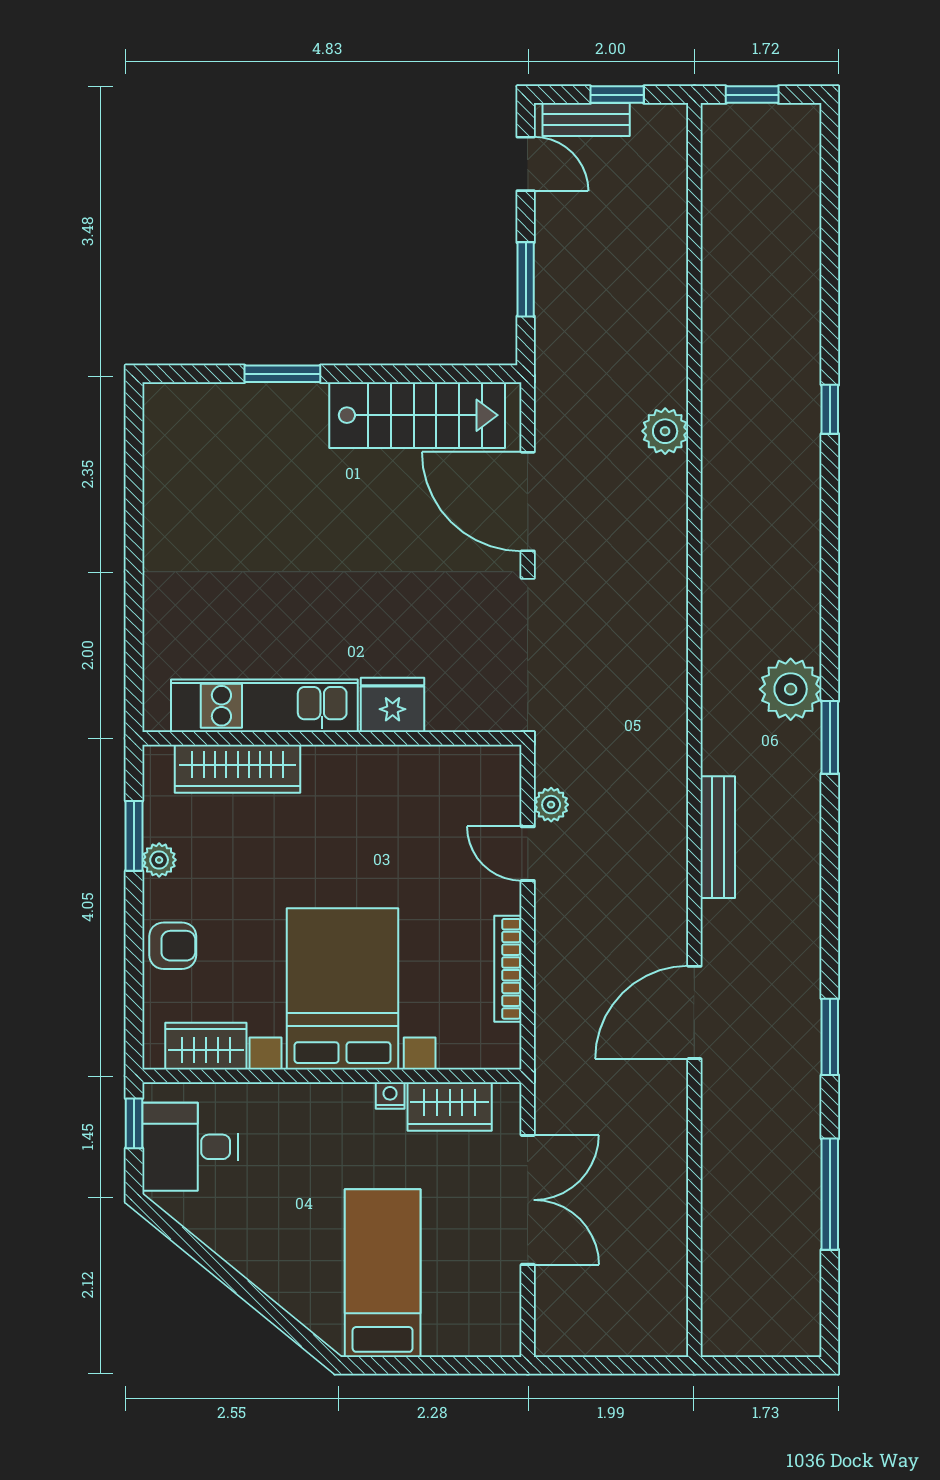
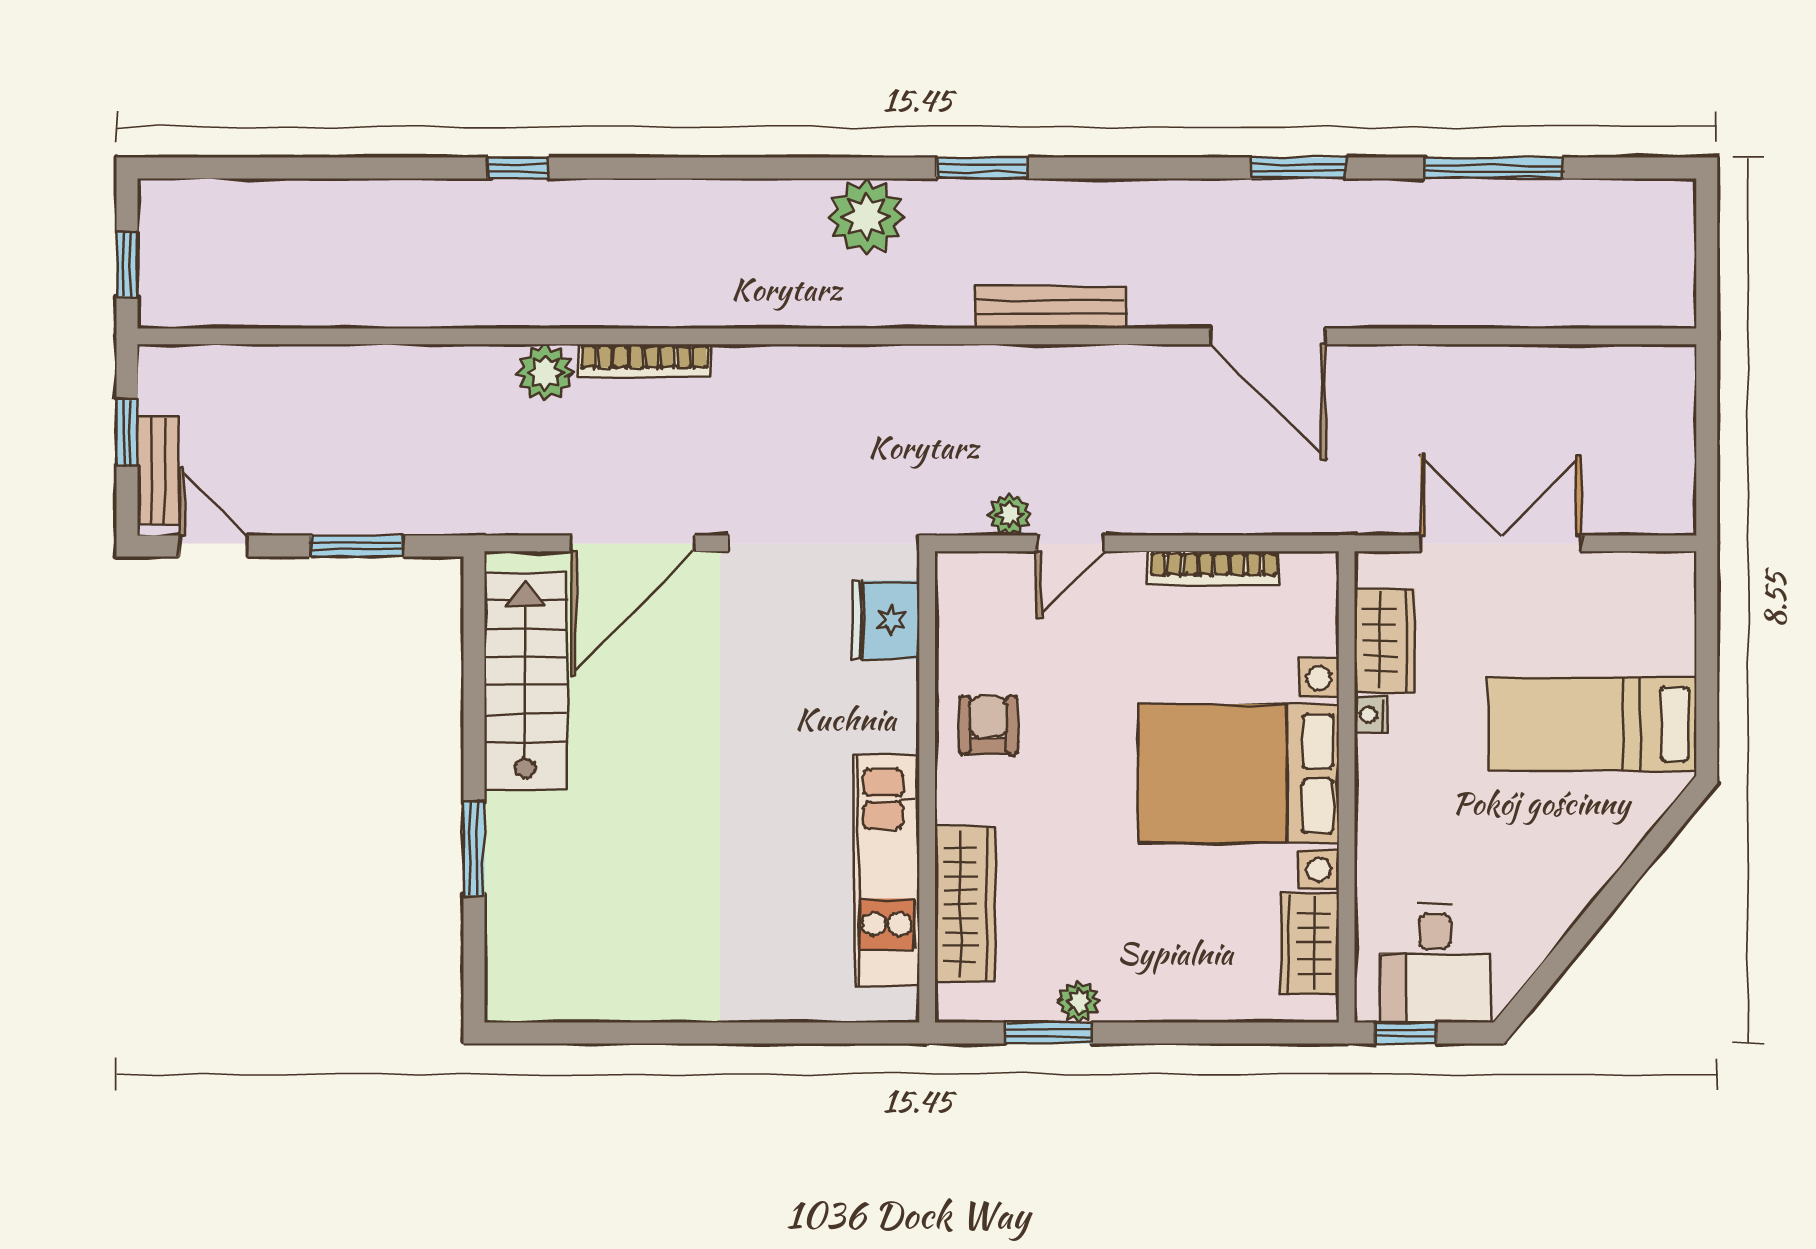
door: (526, 164) -> (213, 546), hinge flipped
bookcase: (675, 511) -> (644, 361), added
fridge: (393, 705) -> (886, 620), moved
window: (830, 737) -> (982, 168), moved
armchair: (173, 946) -> (988, 725), moved

